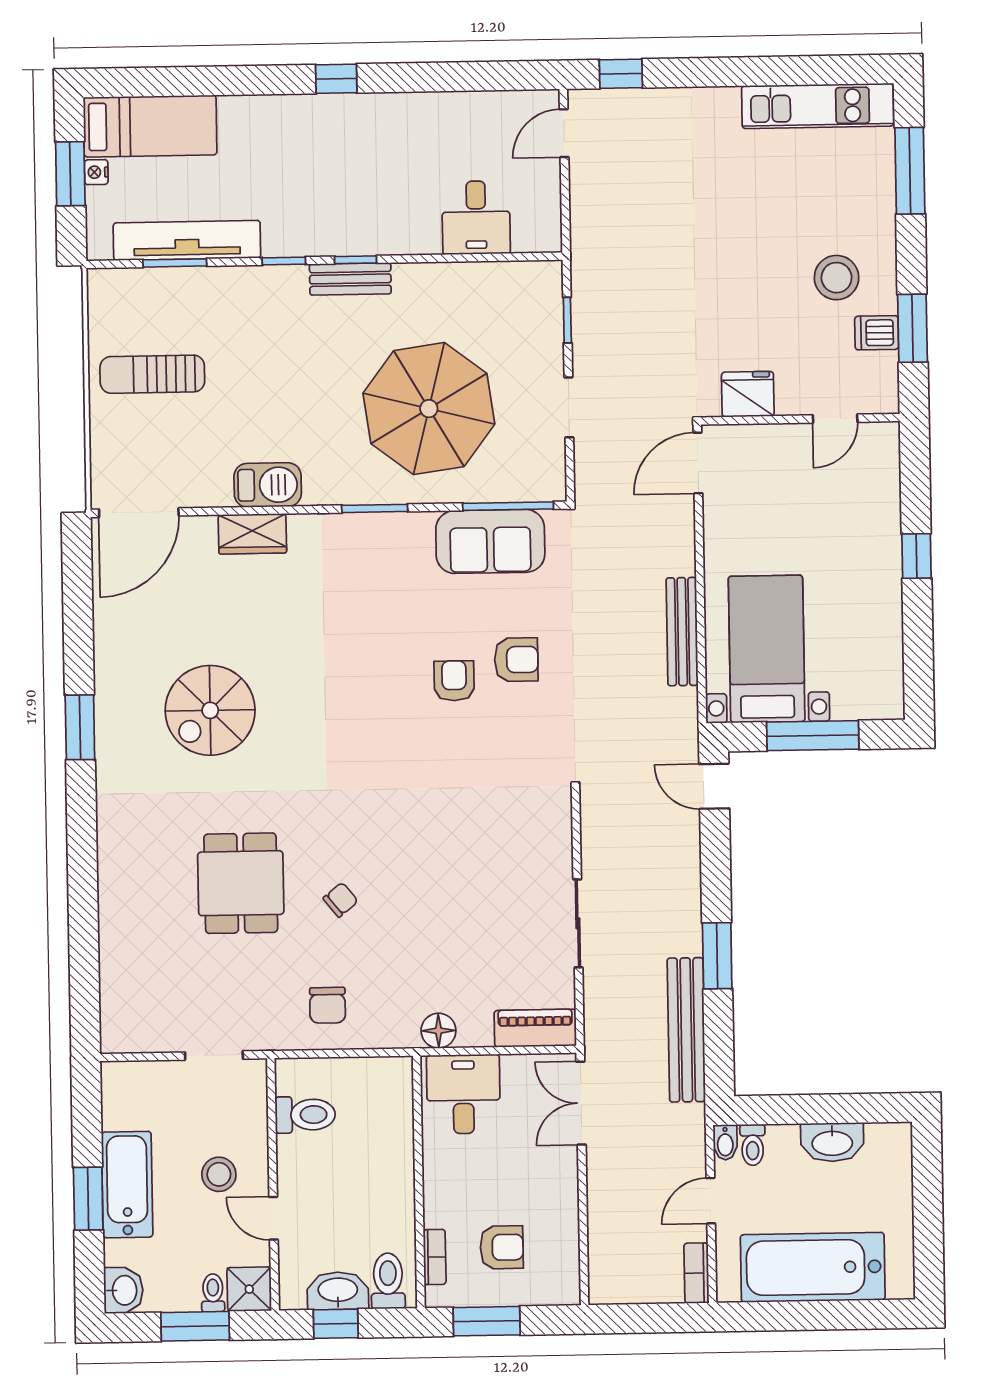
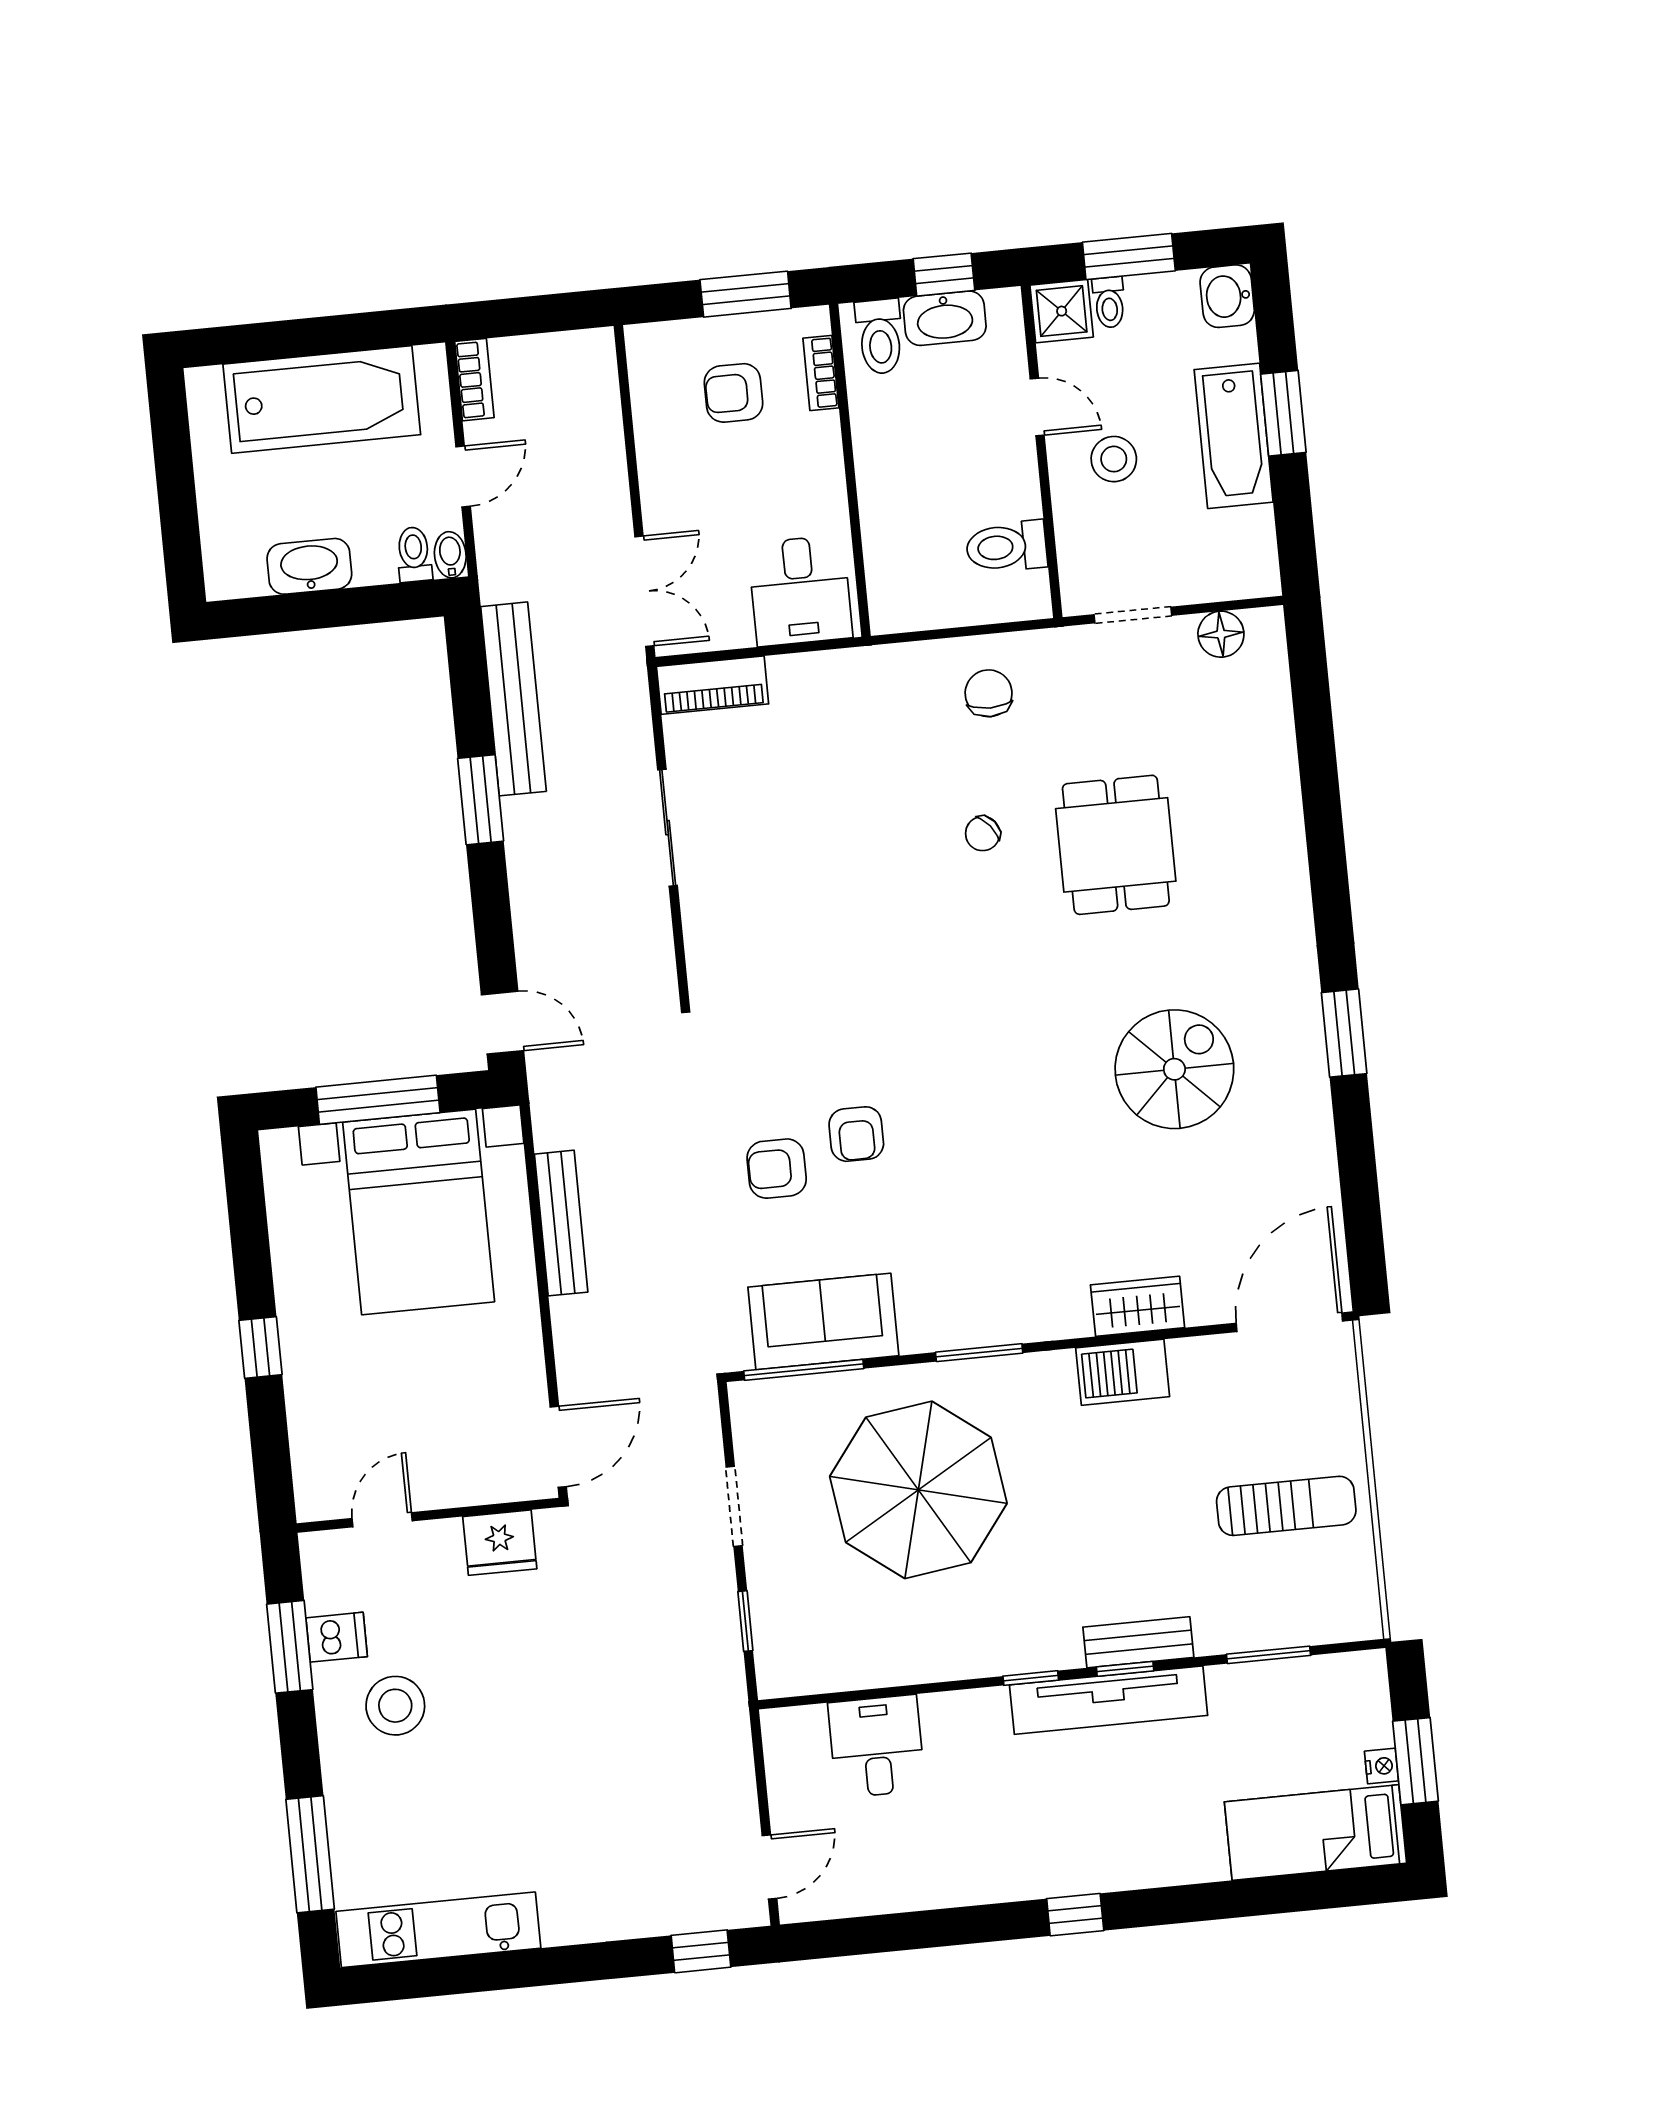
tv unit: (187, 240) -> (1109, 1700), moved
bench: (350, 279) -> (1138, 1642), moved
bed with nightstands: (767, 649) -> (419, 1212), width x1.36
floor lamp: (438, 1031) -> (1221, 634), moved

